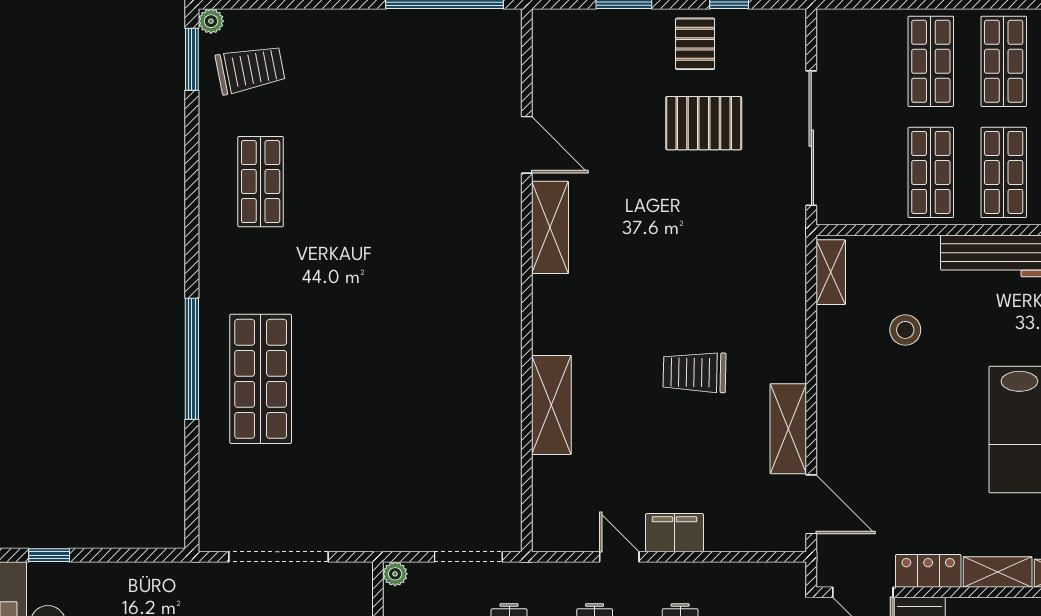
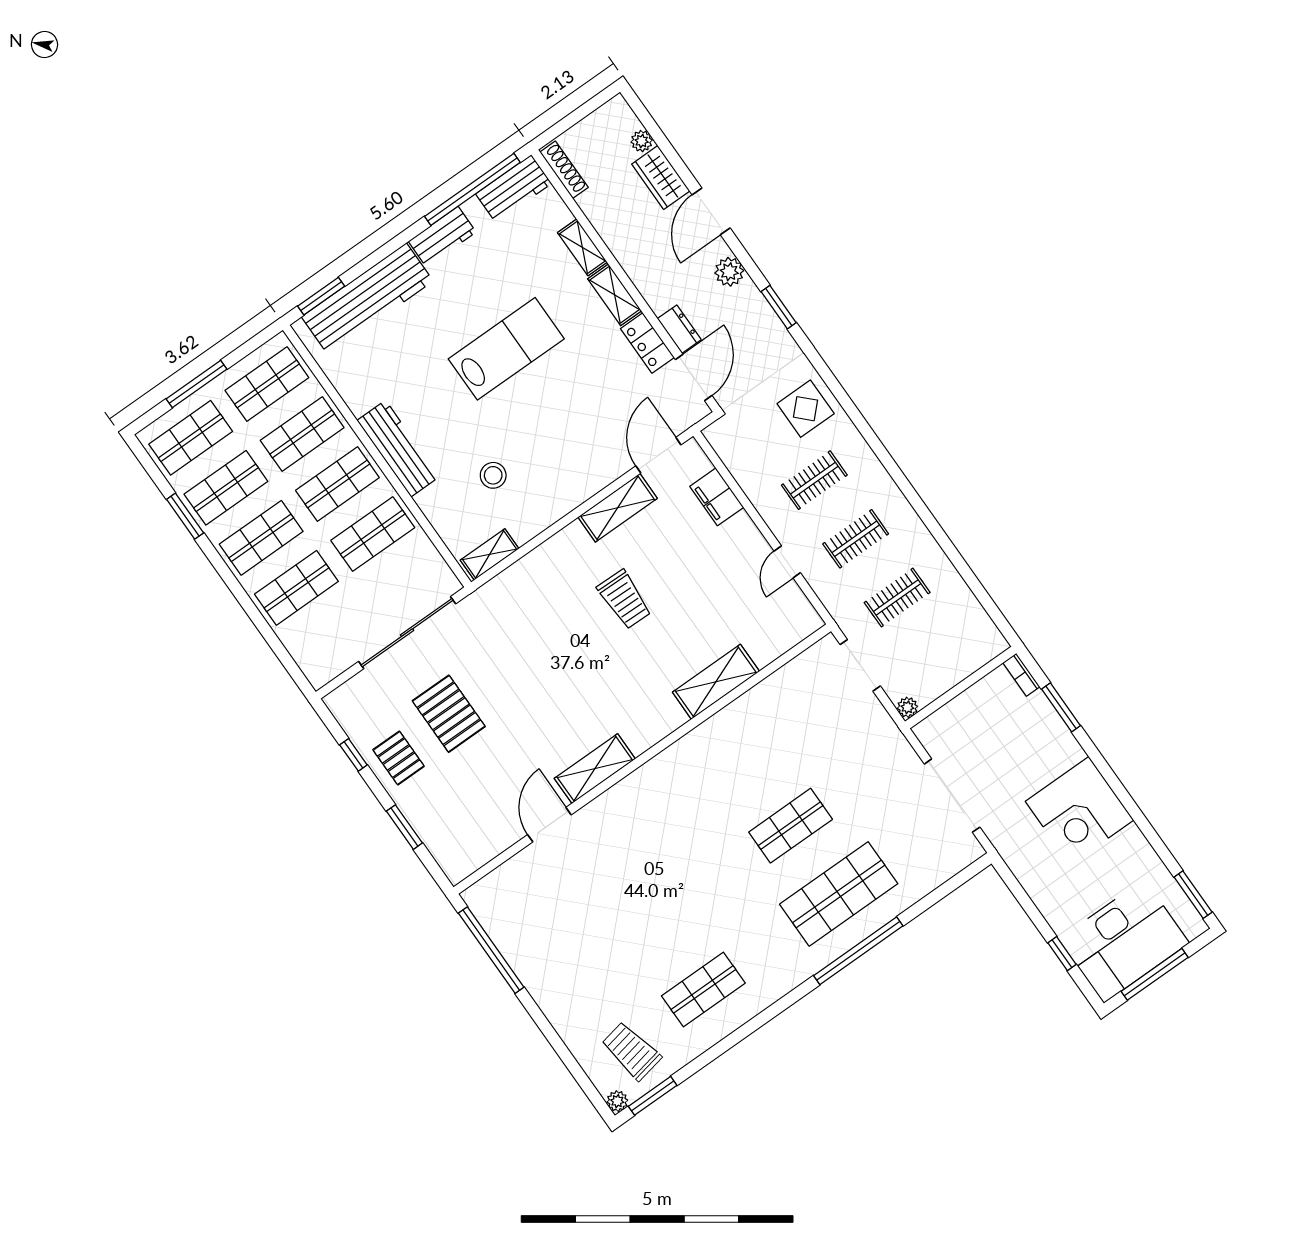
pallet: (695, 44) -> (399, 758), turned 90
shop shelf: (360, 379) -> (791, 826), added
filing cabinet: (674, 533) -> (717, 497), moved

